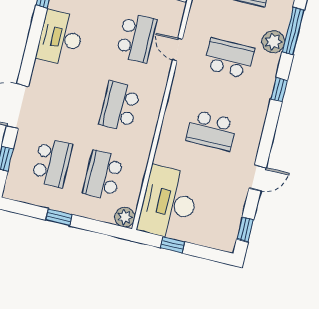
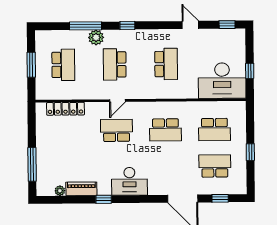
plant: (125, 217) -> (239, 108), removed

